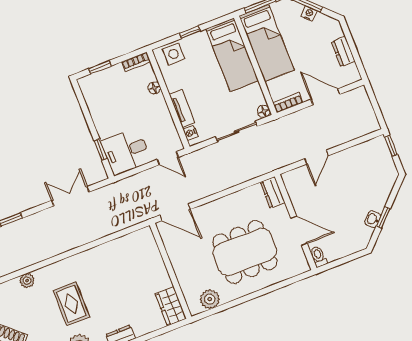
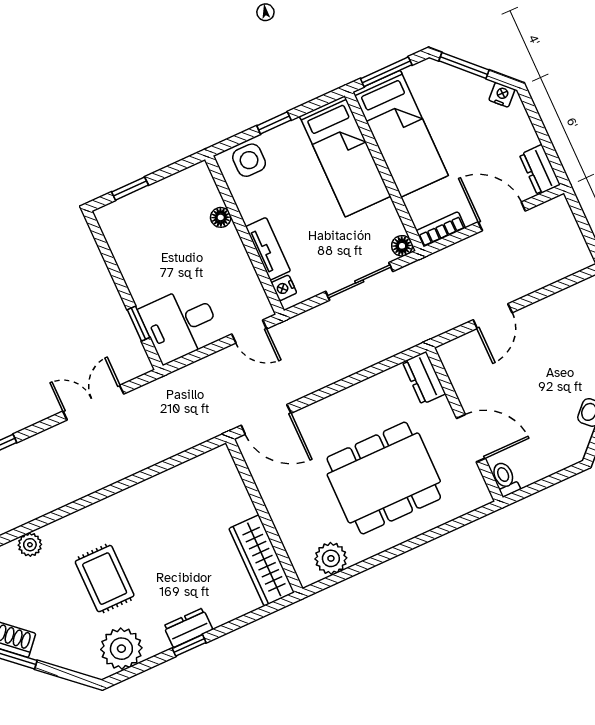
nightstand: (309, 14) -> (502, 95), moved
dresser: (343, 52) -> (540, 170), moved
bookcase: (136, 62) -> (188, 177), removed
wardrobe: (171, 306) -> (262, 560), width x1.50

